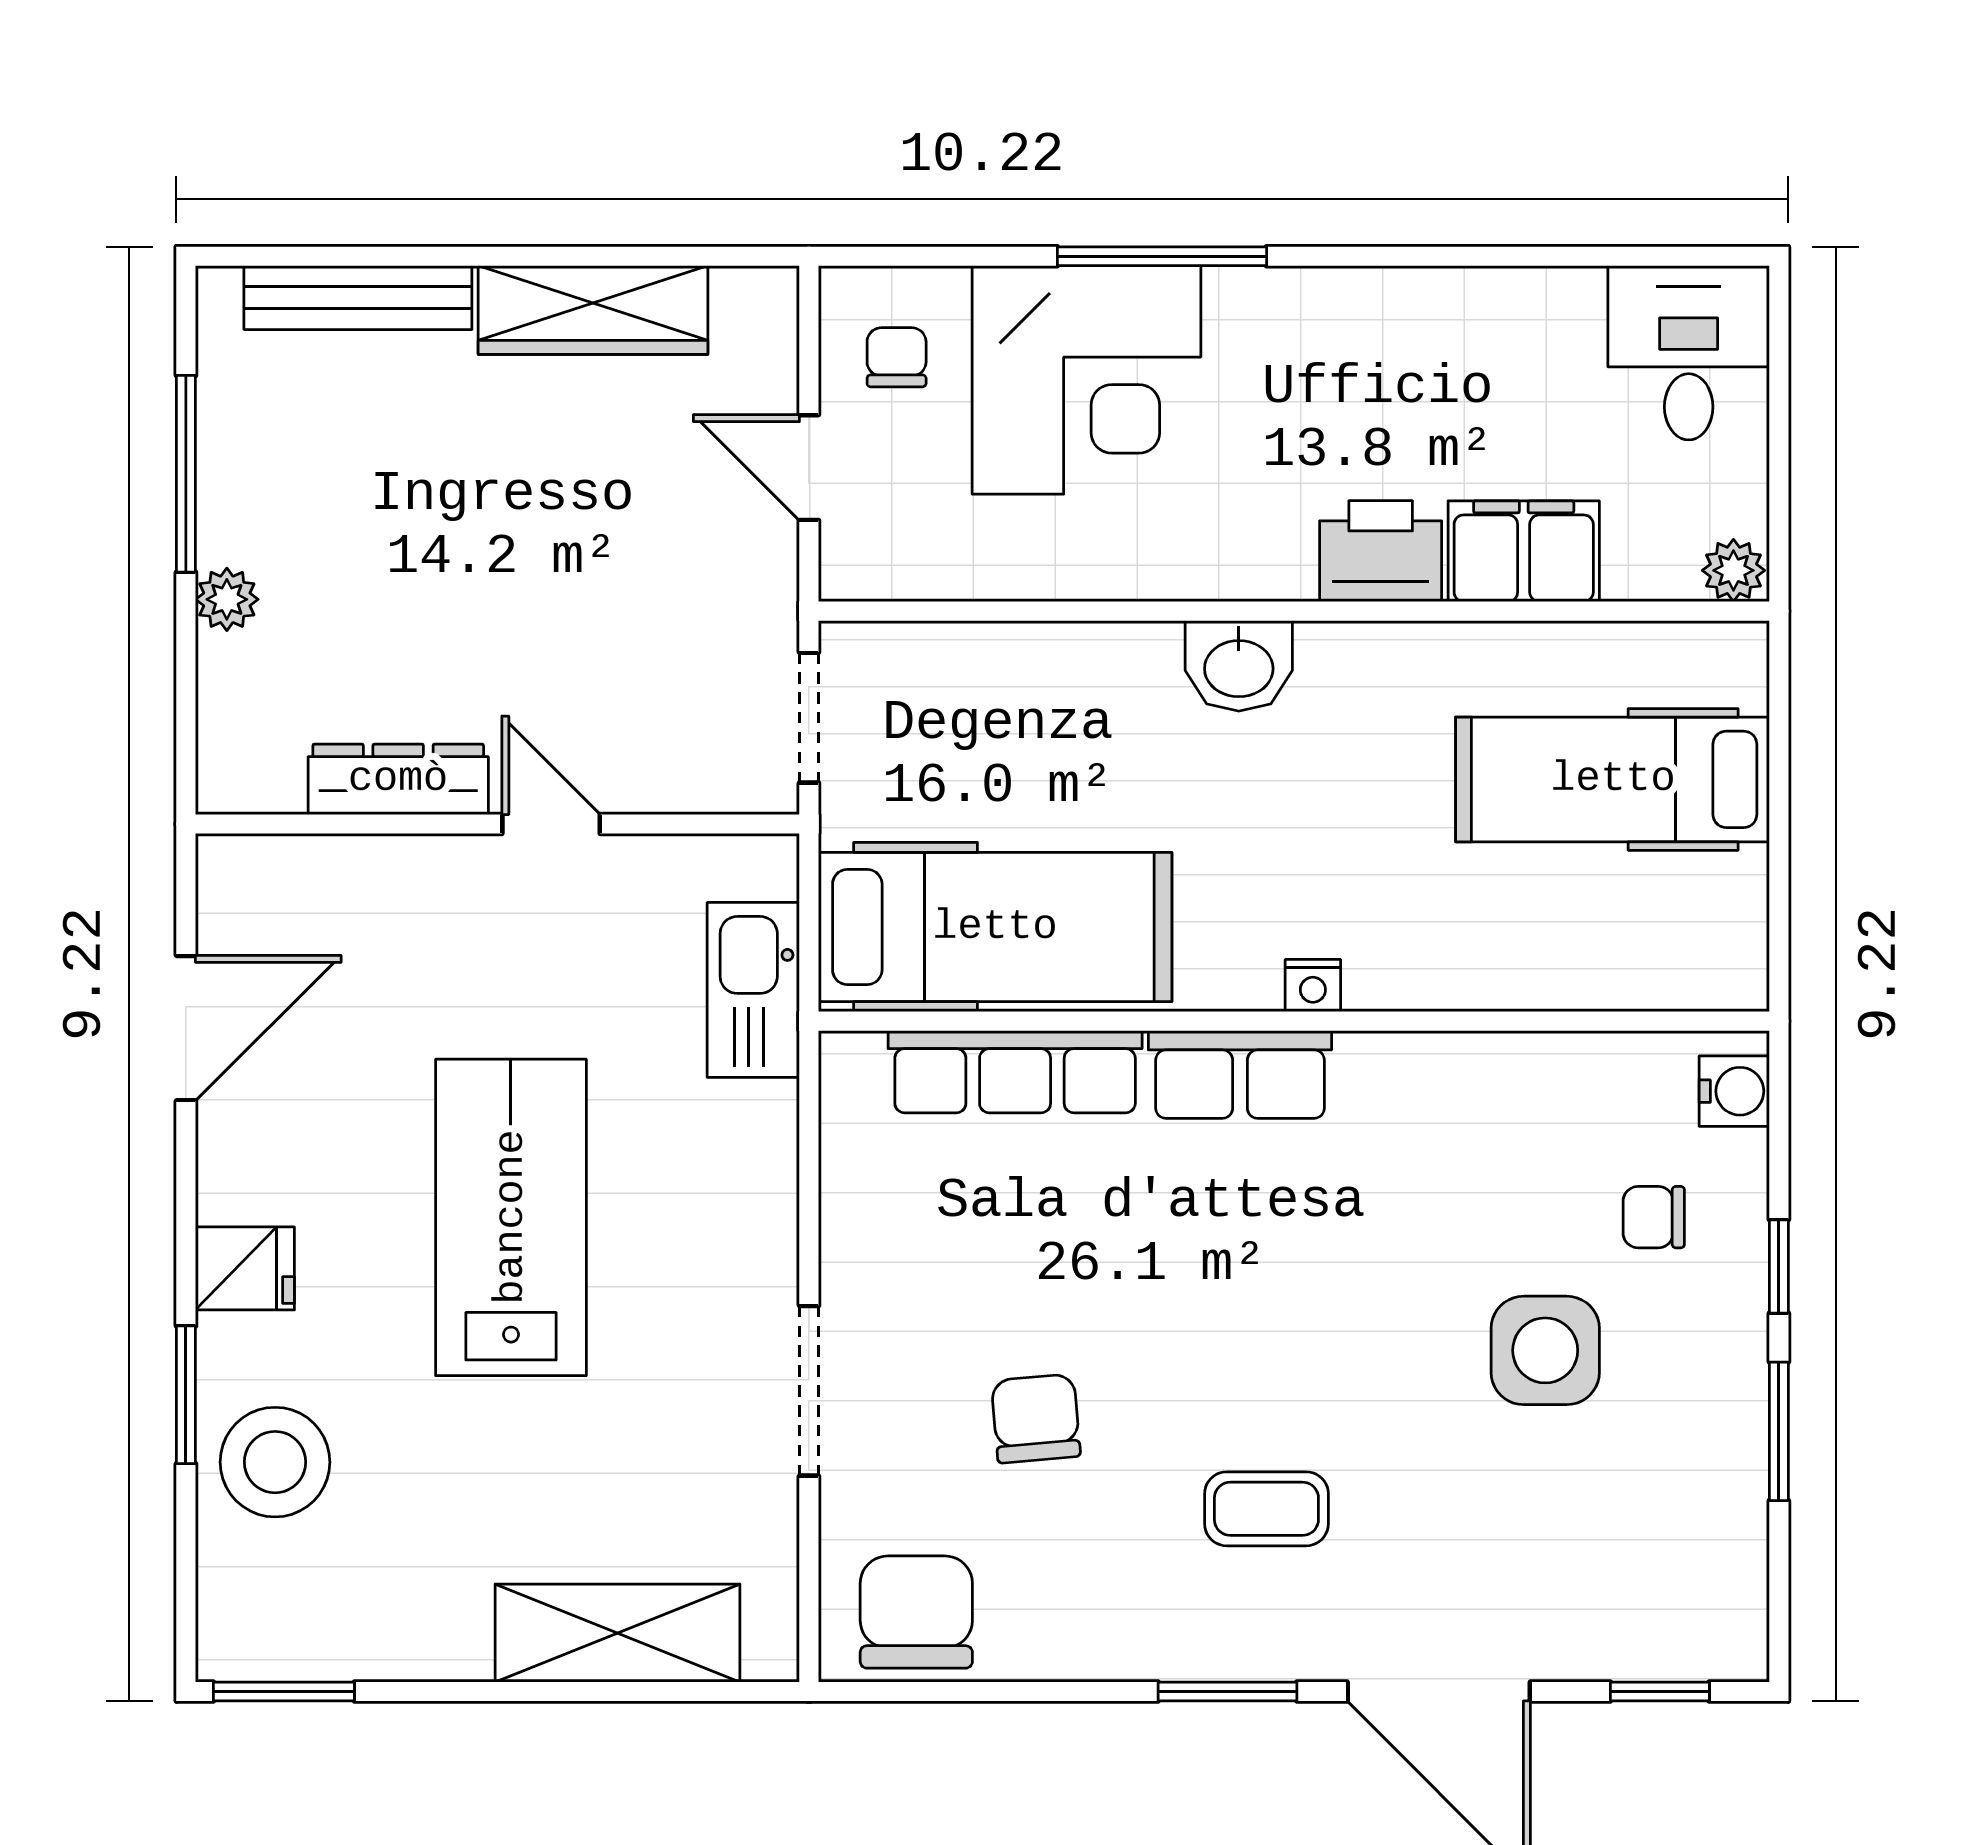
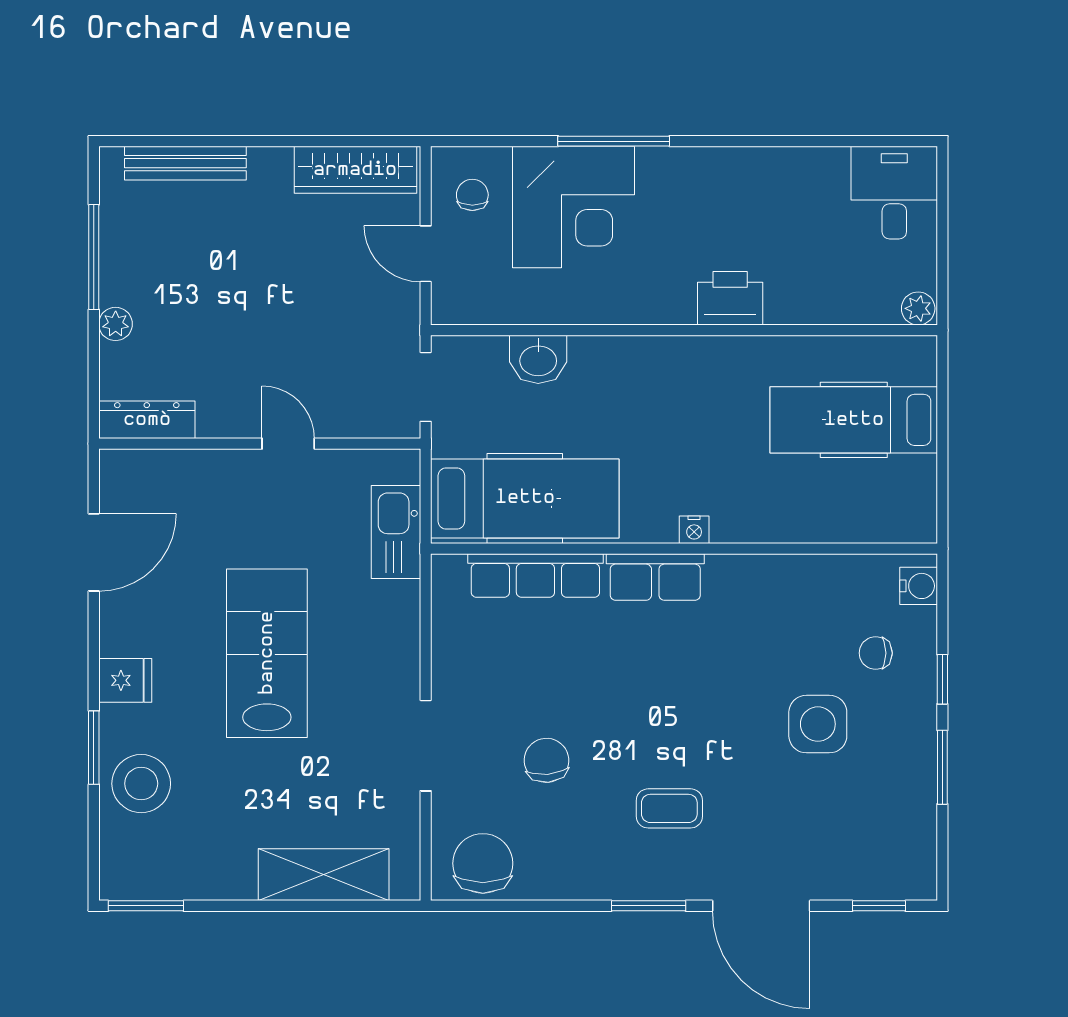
wardrobe: (593, 310) -> (355, 170), moved
filing cabinet: (1524, 551) -> (806, 298), removed
washbasin: (1239, 666) -> (538, 359), moved
dresser: (398, 779) -> (147, 420), moved

